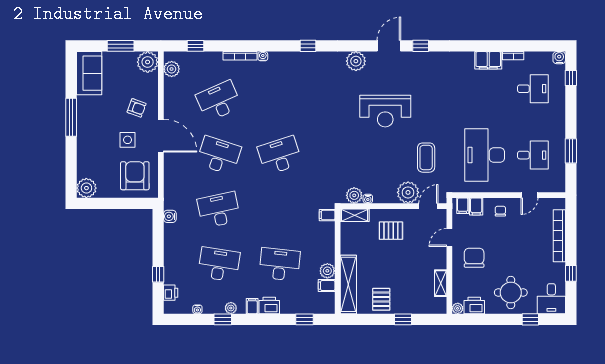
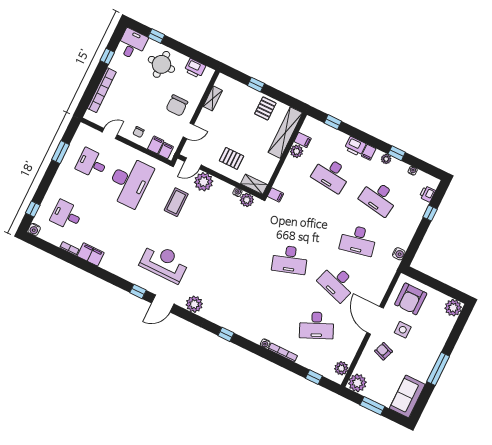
reception desk: (385, 111) -> (164, 263), moved
plant: (458, 308) -> (209, 72), removed

